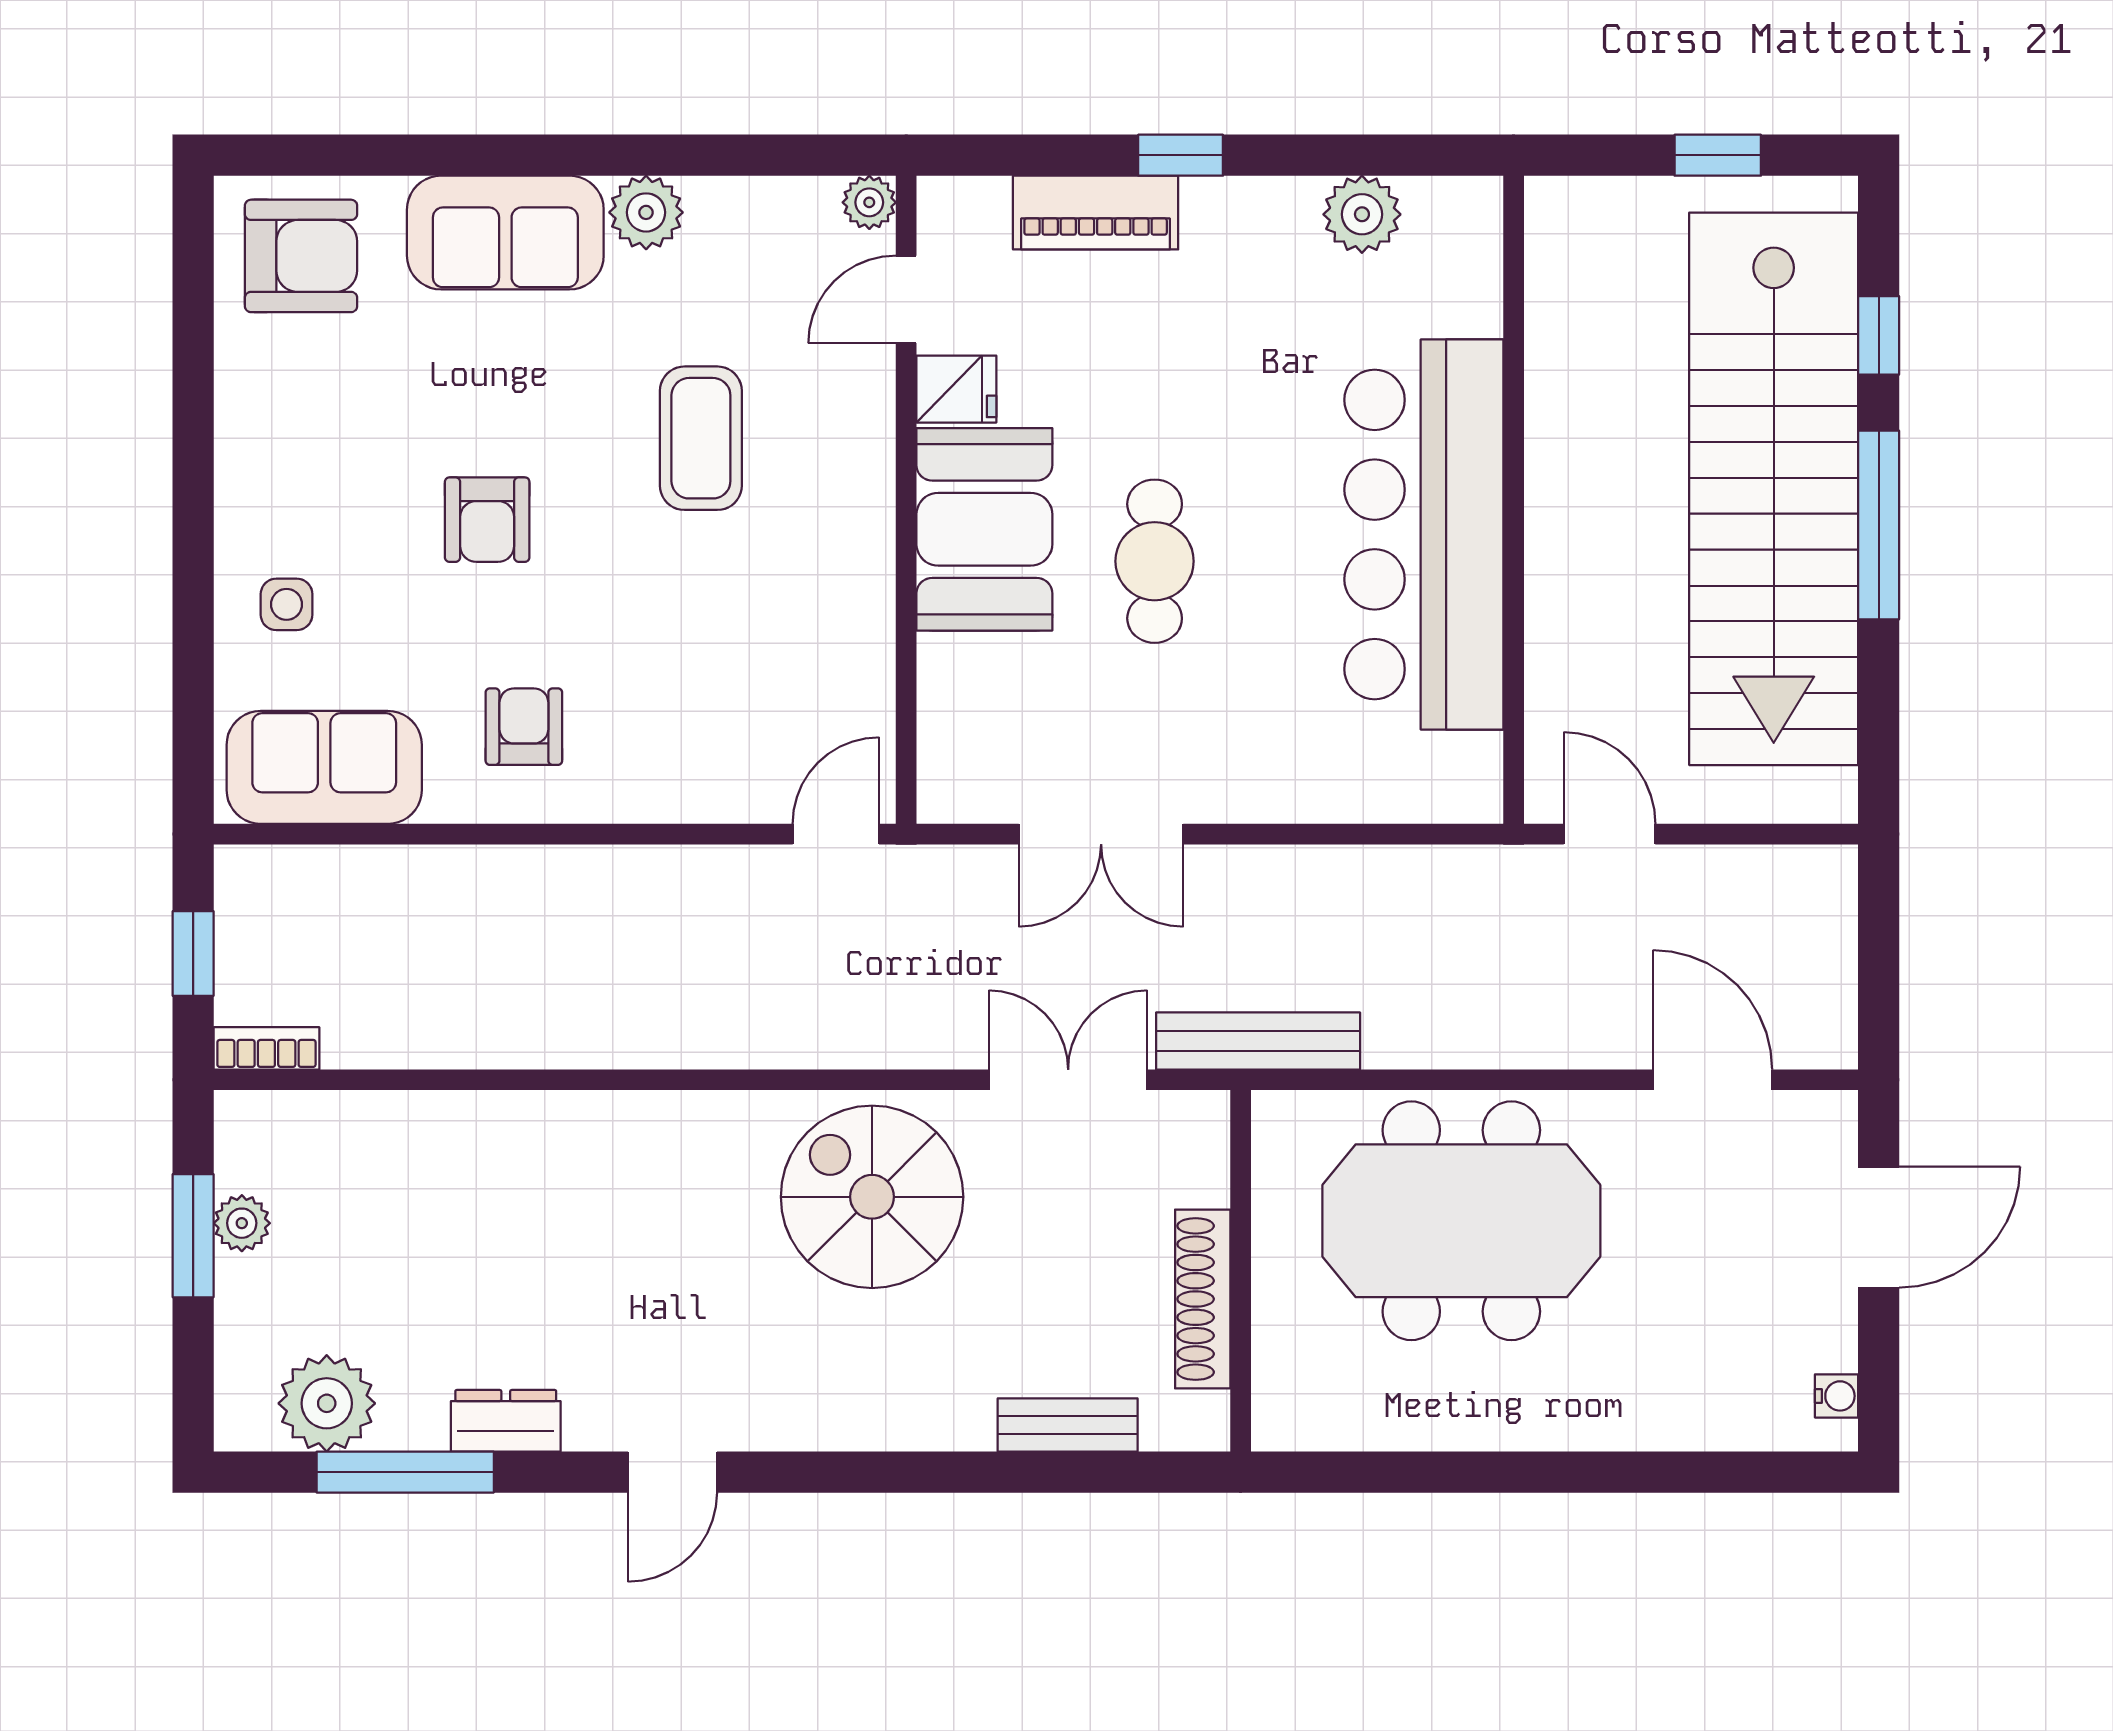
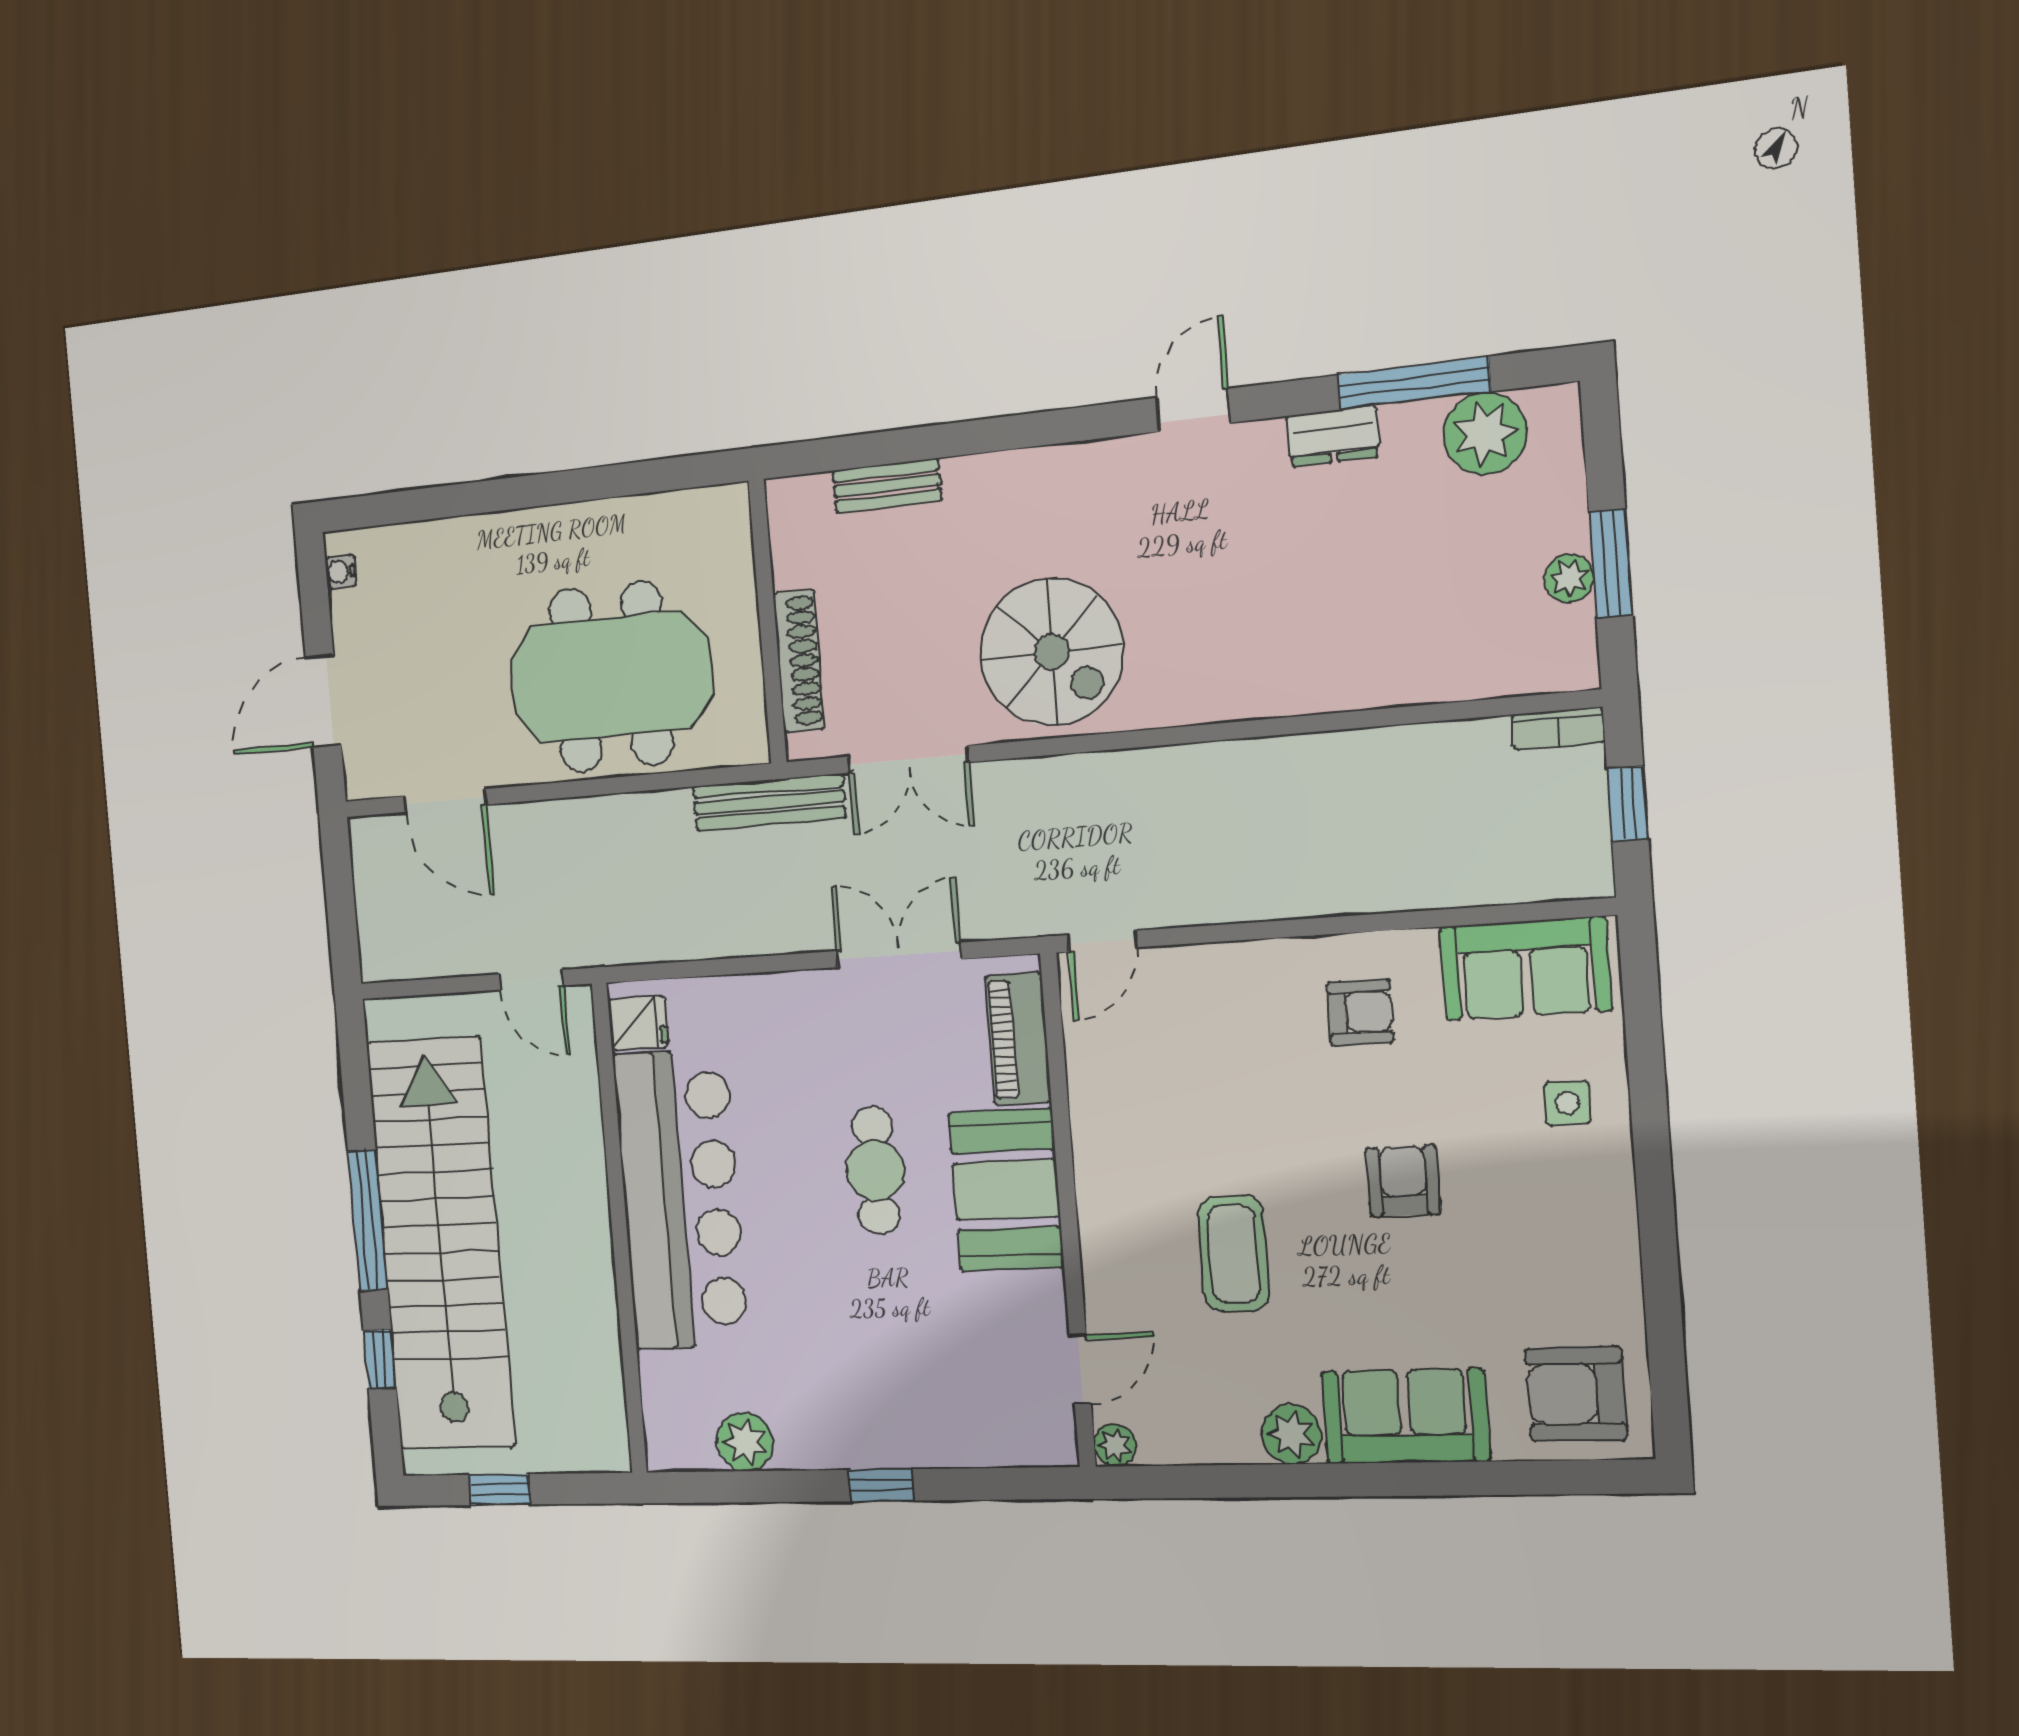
piano: (1096, 213) -> (1018, 1039), moved, turned -90
fridge: (956, 389) -> (638, 1023), moved, turned 180
armchair: (524, 727) -> (1360, 1012), turned -90
shoe rack: (1203, 1299) -> (799, 661), moved

